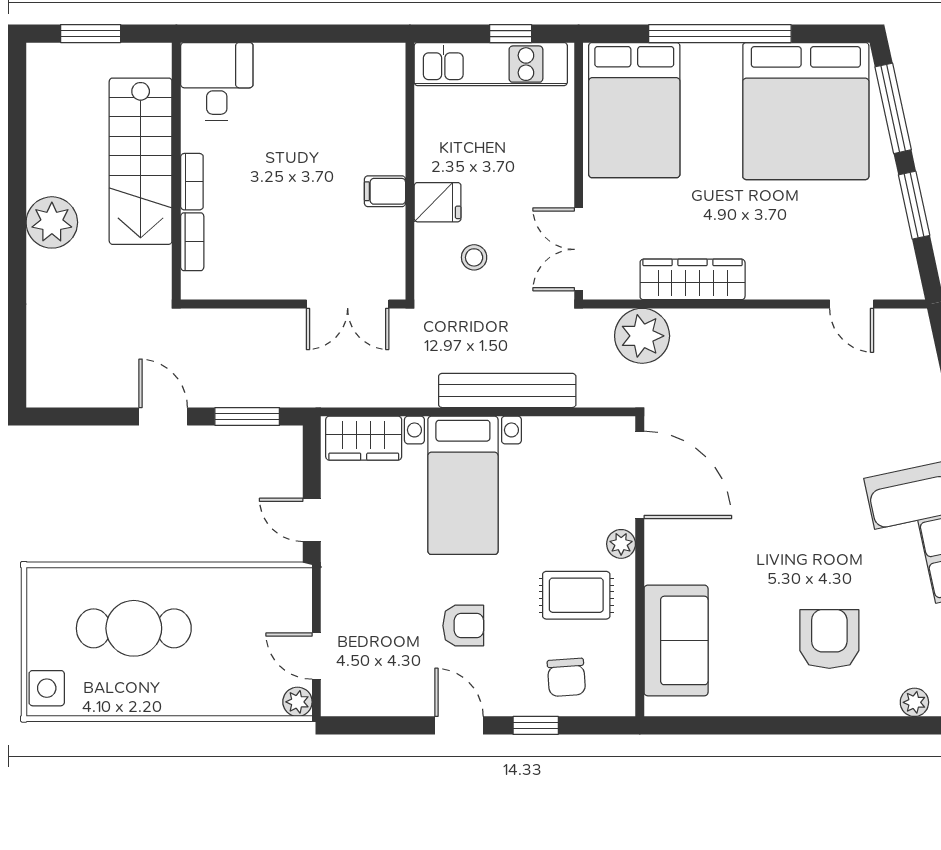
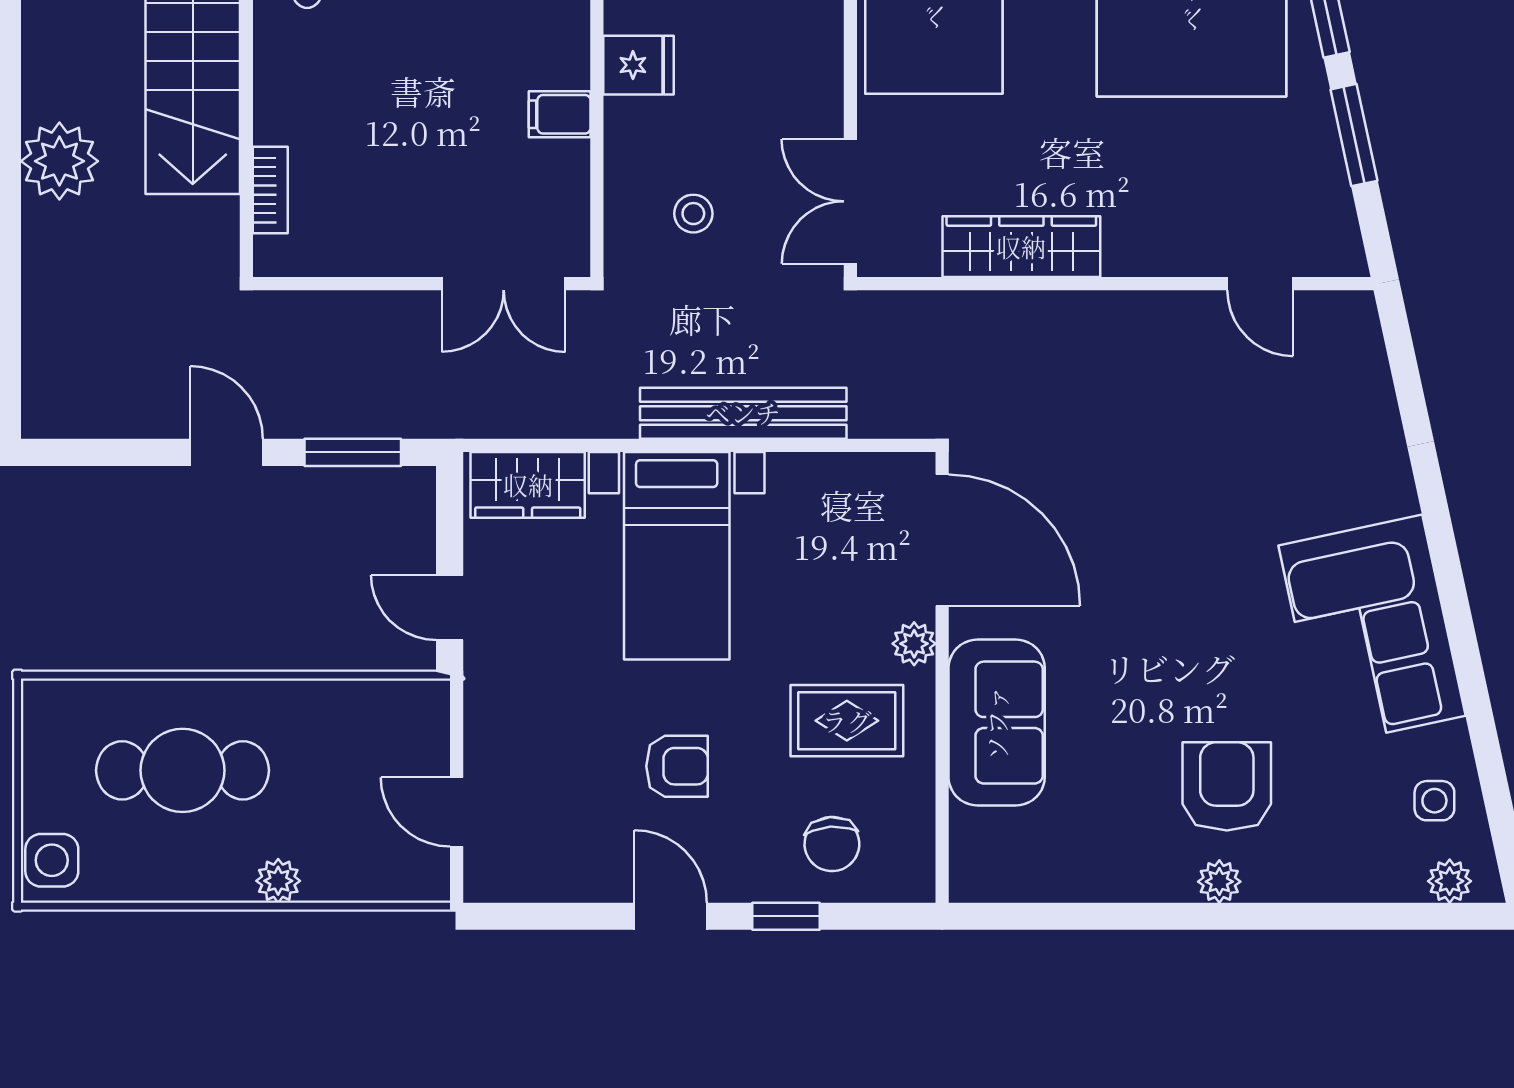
bookcase: (192, 182) -> (270, 100), removed
fridge: (438, 202) -> (639, 65), moved
plant: (642, 336) -> (946, 331), removed
sofa: (676, 640) -> (997, 723), moved
plant: (297, 702) -> (278, 881), moved
plant: (914, 702) -> (1219, 882), moved

